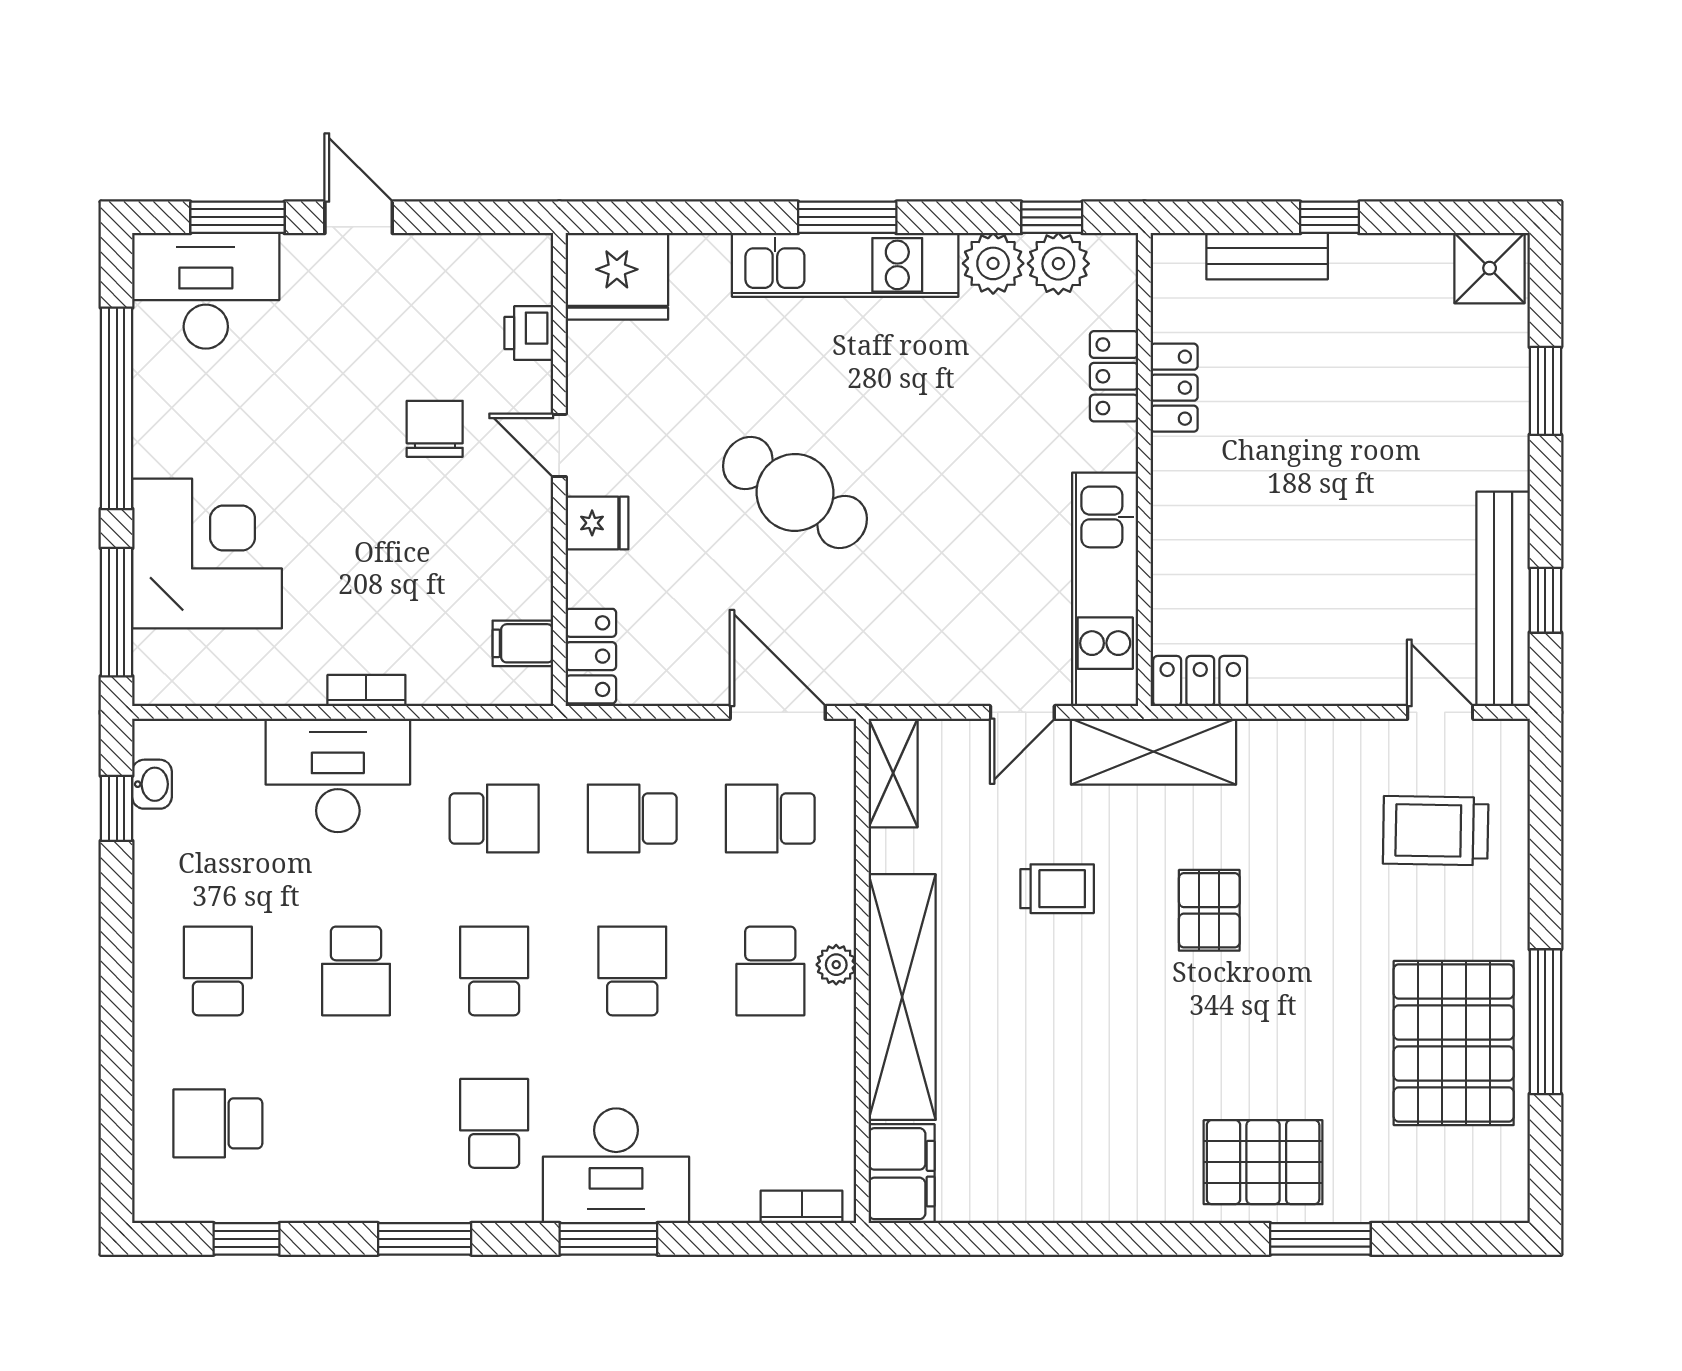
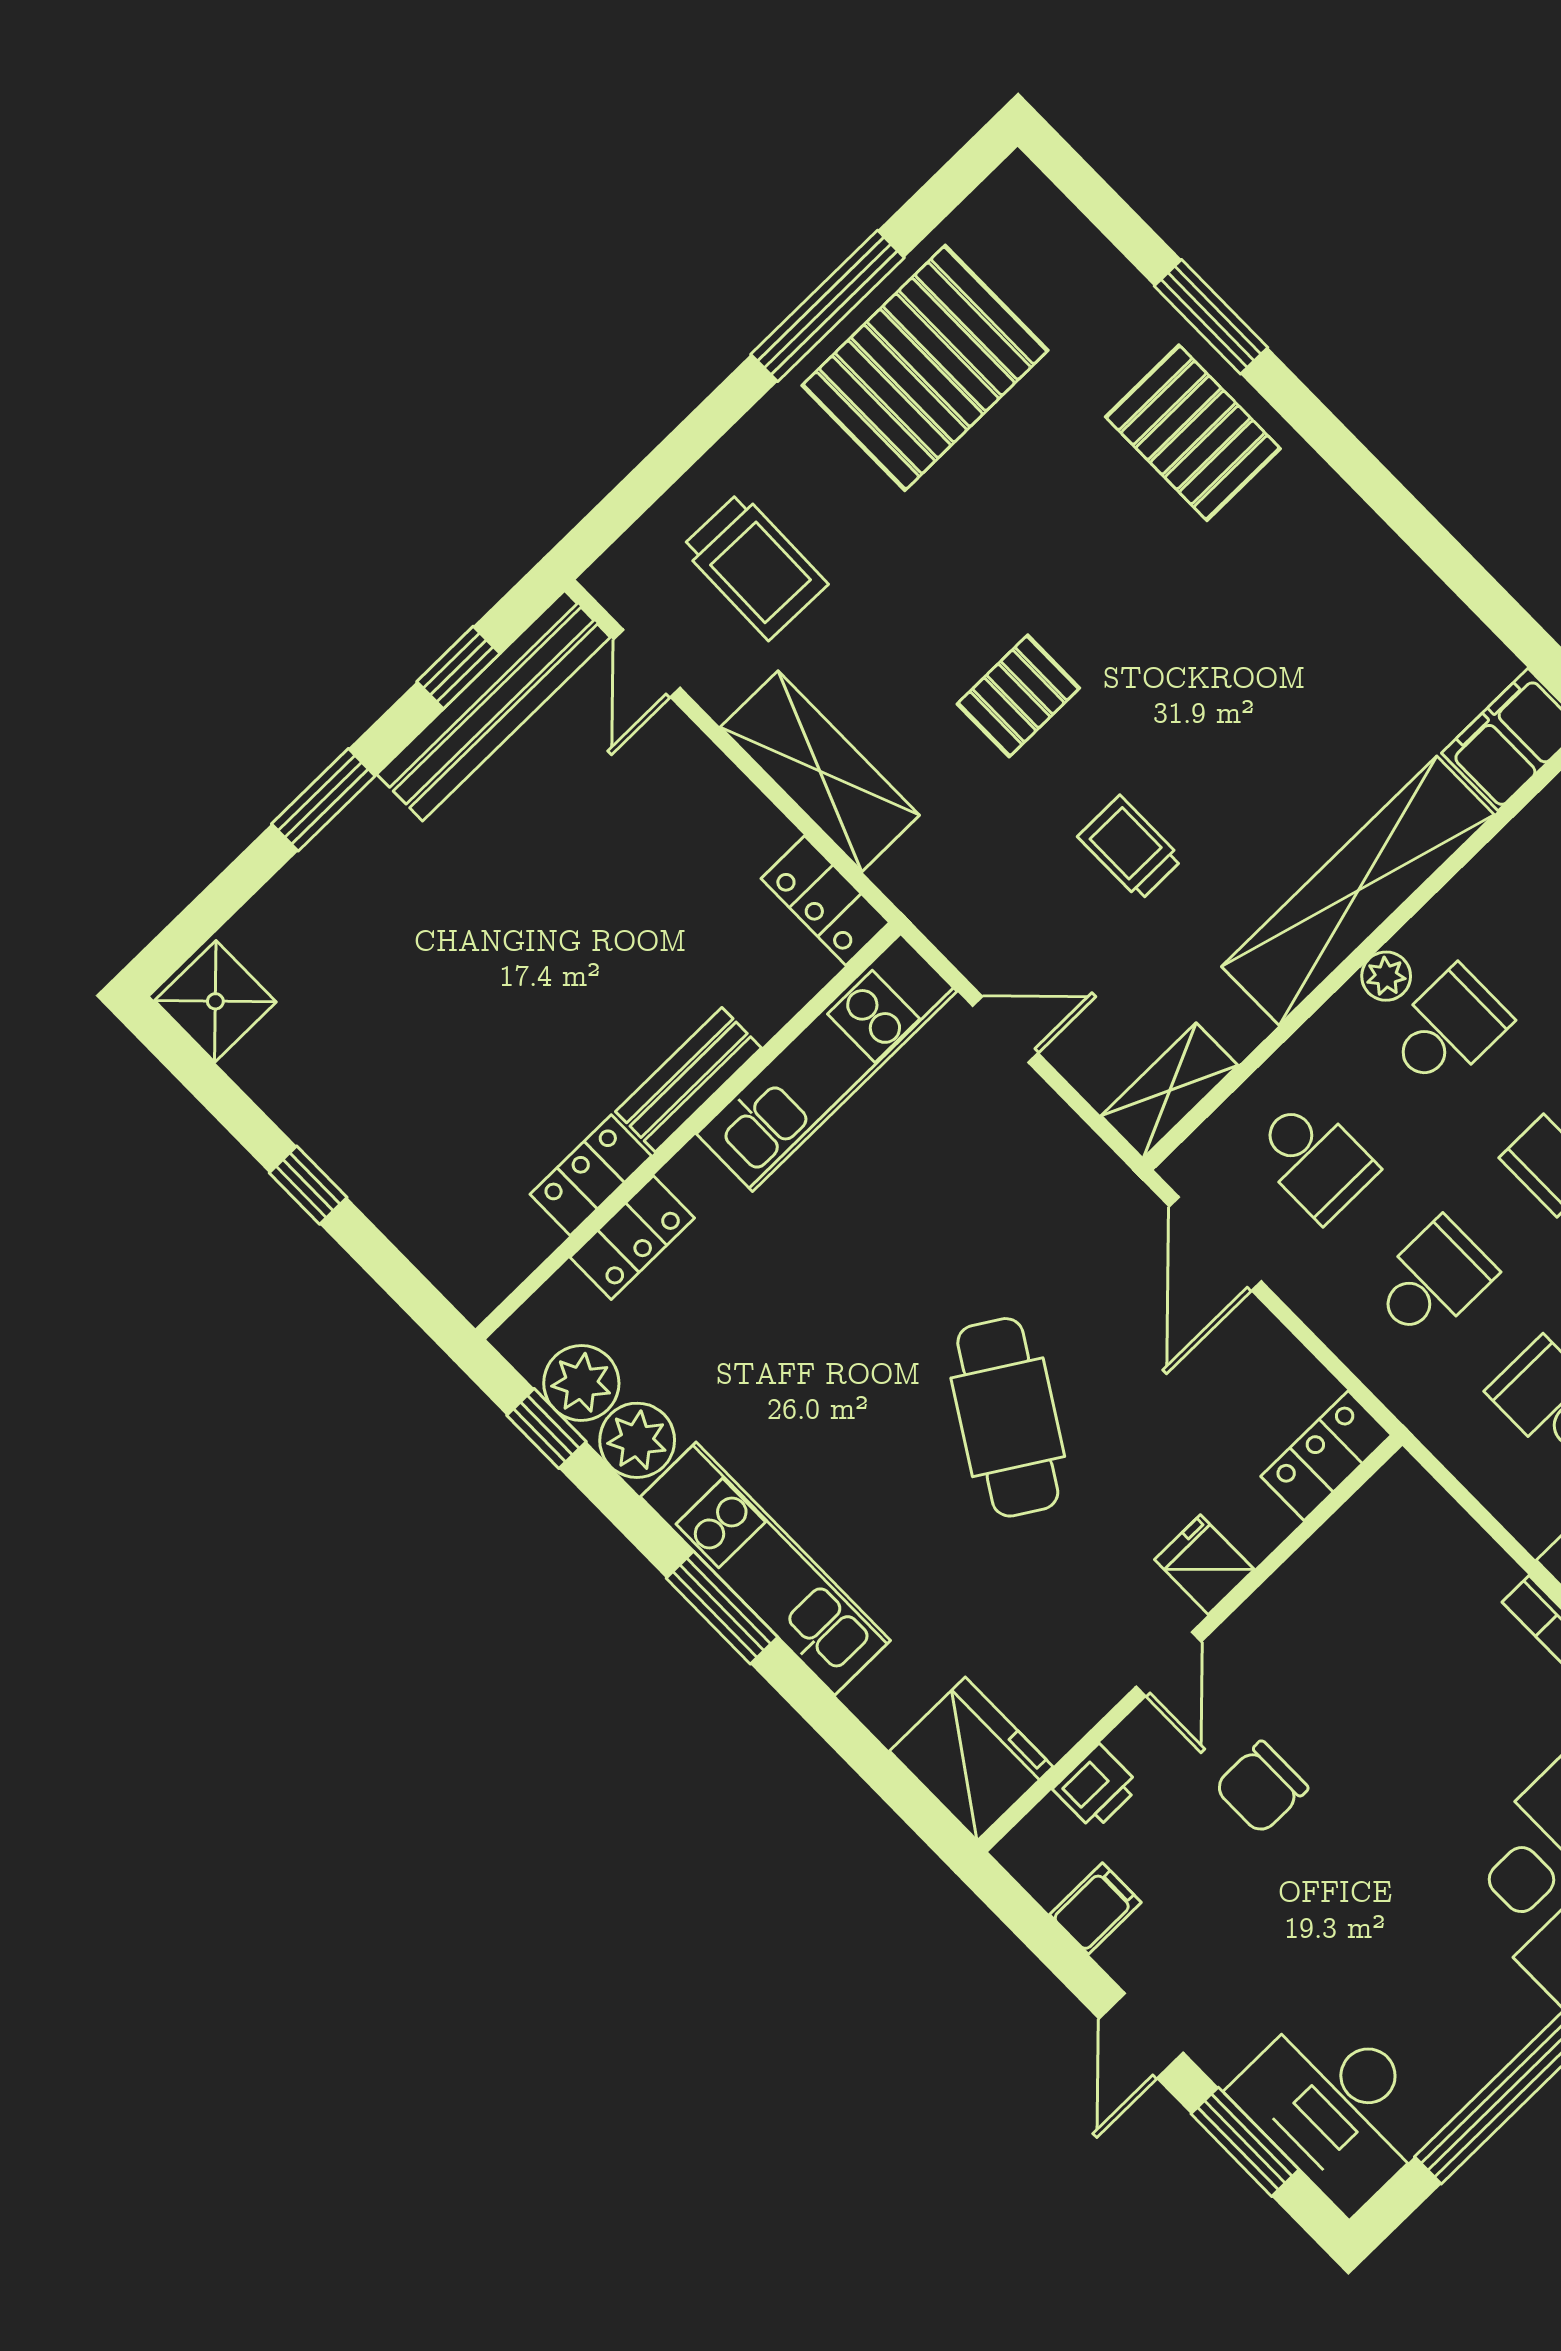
bench: (1267, 256) -> (689, 1080), moved, turned 90
window: (1545, 391) -> (323, 800), moved
filing cabinet: (523, 643) -> (1095, 1909), moved, turned -90
shelving: (1153, 752) -> (820, 771), moved
school desk: (632, 818) -> (1433, 1280), turned -90

